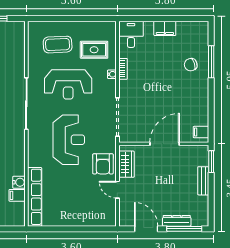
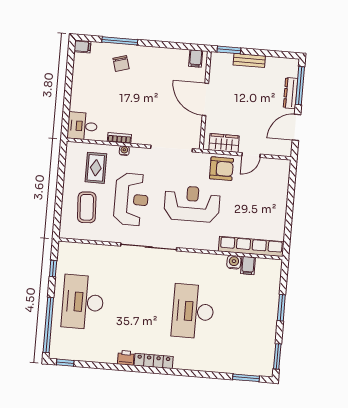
filing cabinet: (165, 28) -> (82, 46), moved, width x0.50

